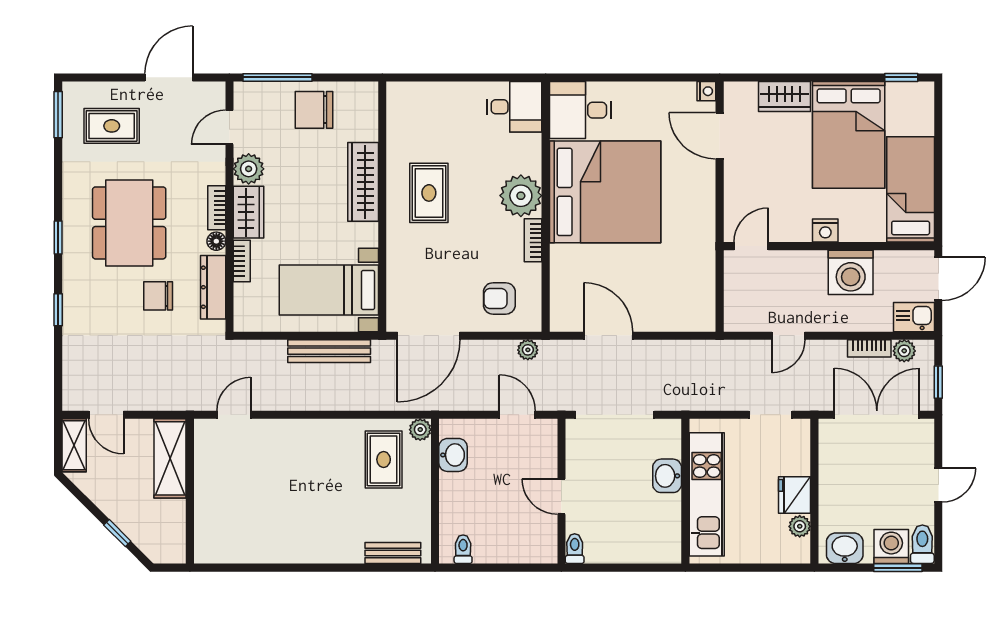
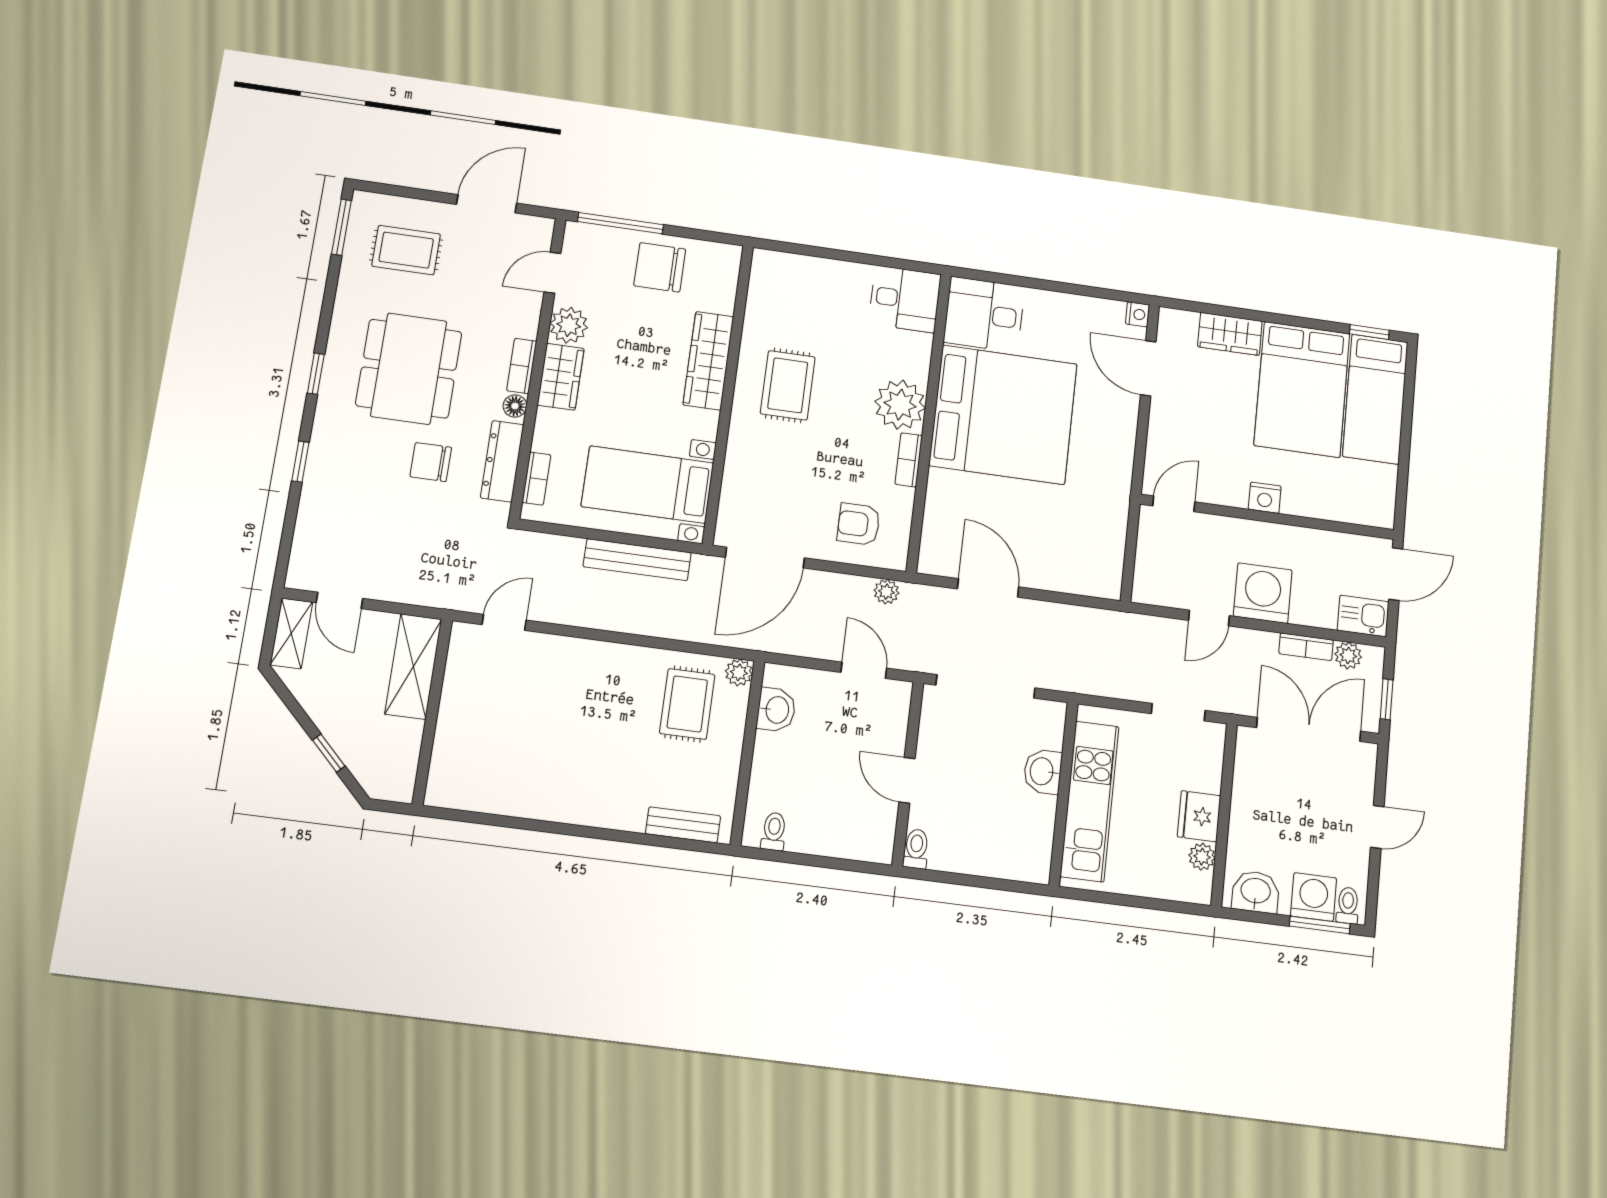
bed: (911, 189) -> (1375, 399), moved, turned 180
bookcase: (242, 261) -> (536, 478), moved
washing machine: (851, 272) -> (1263, 593), moved, turned 180
toilet: (922, 544) -> (1348, 905), width x0.73, depth x0.72

